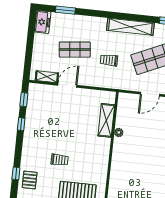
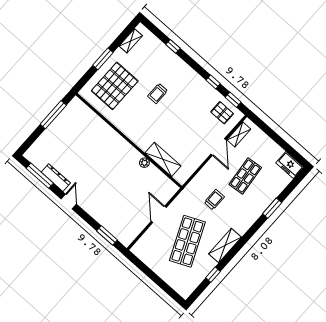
window: (65, 10) -> (272, 208), moved
shelving: (130, 27) -> (225, 245), width x0.68
pallet: (30, 180) -> (222, 113), moved

